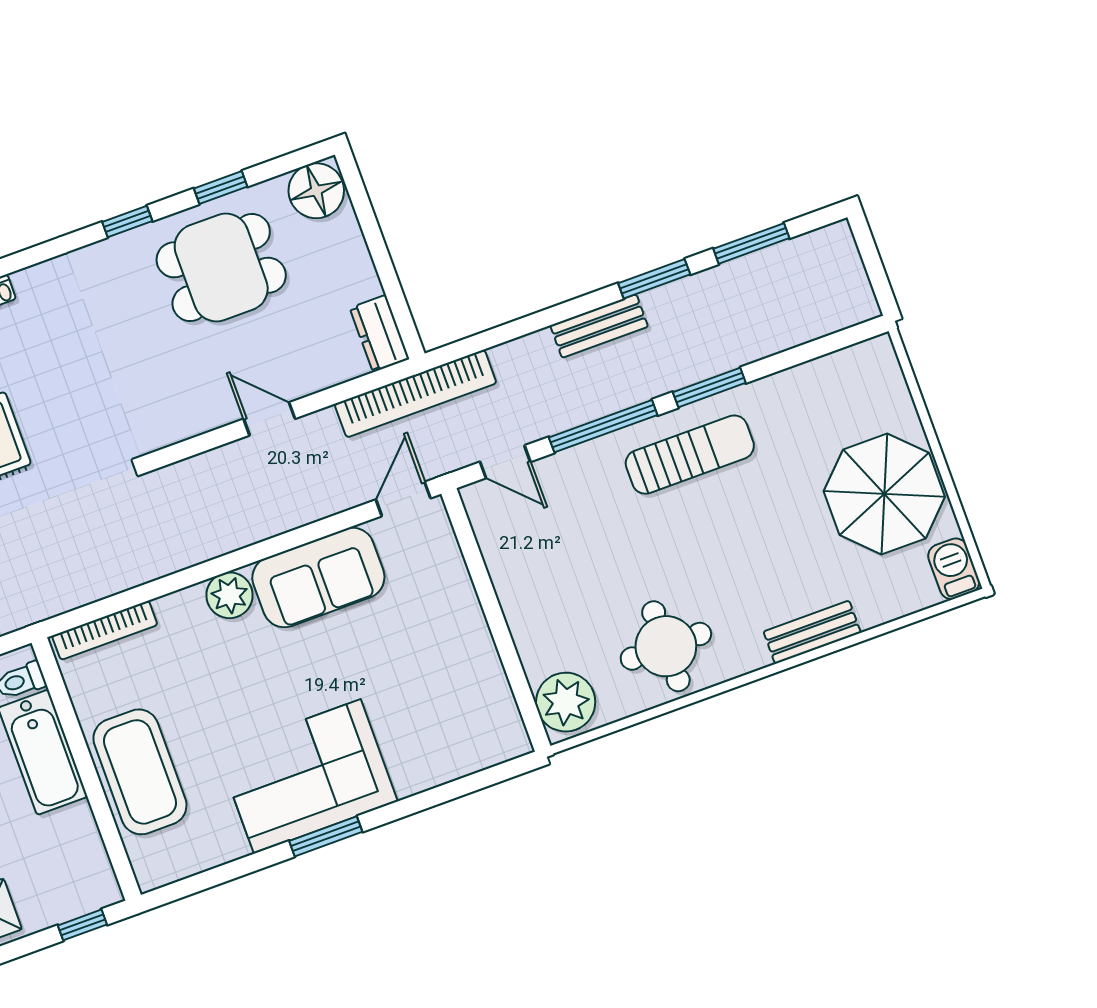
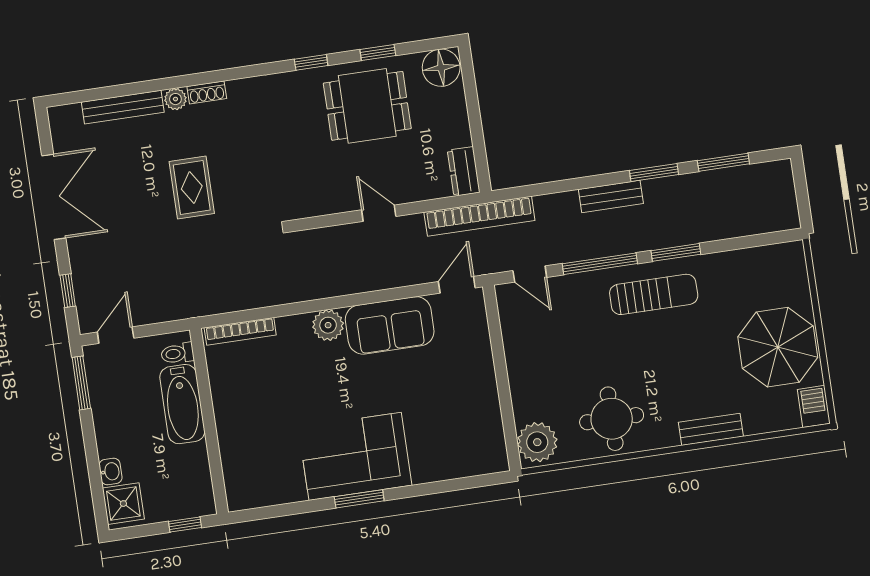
coffee table: (140, 772) -> (244, 430), removed

